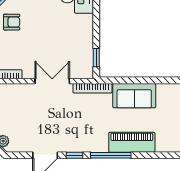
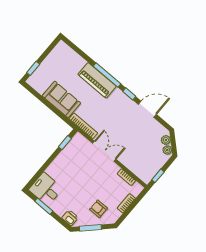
double door: (52, 81) -> (104, 151), swing flipped
piano: (132, 142) -> (97, 80), moved

